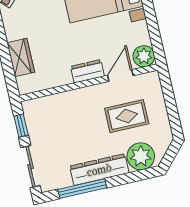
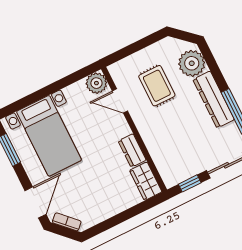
wardrobe: (21, 57) -> (146, 181), moved, turned -90
dresser: (87, 71) -> (132, 151), moved

